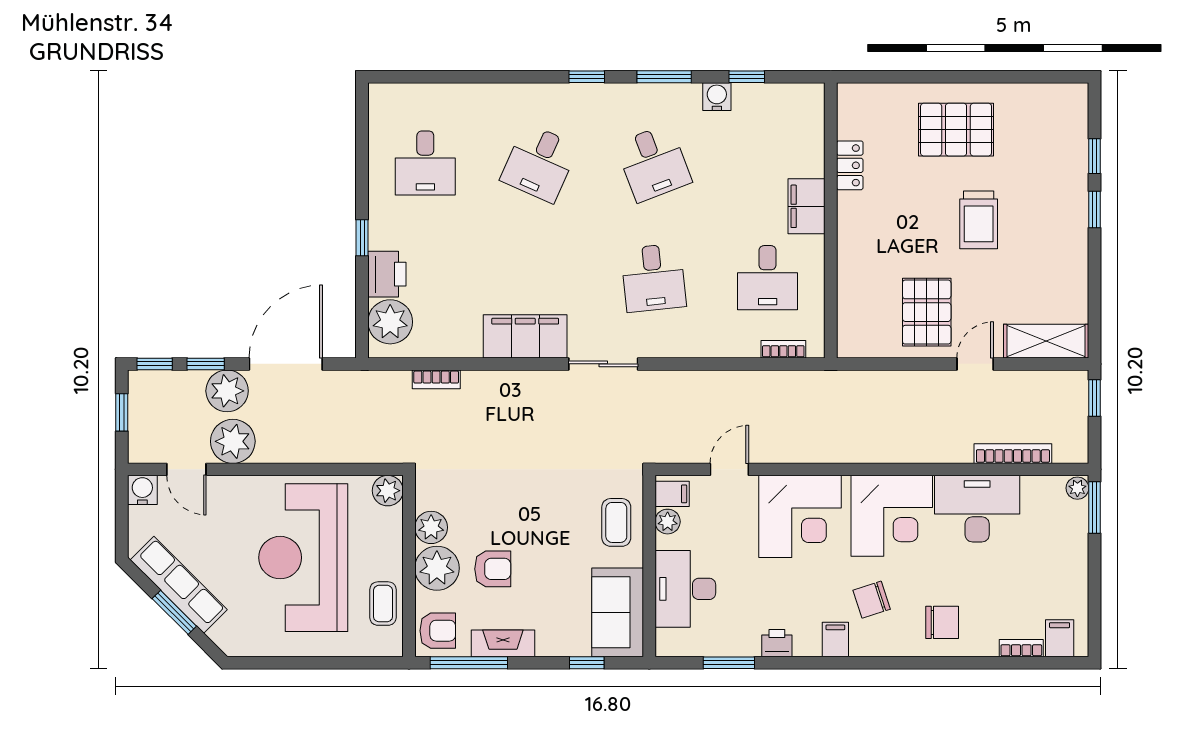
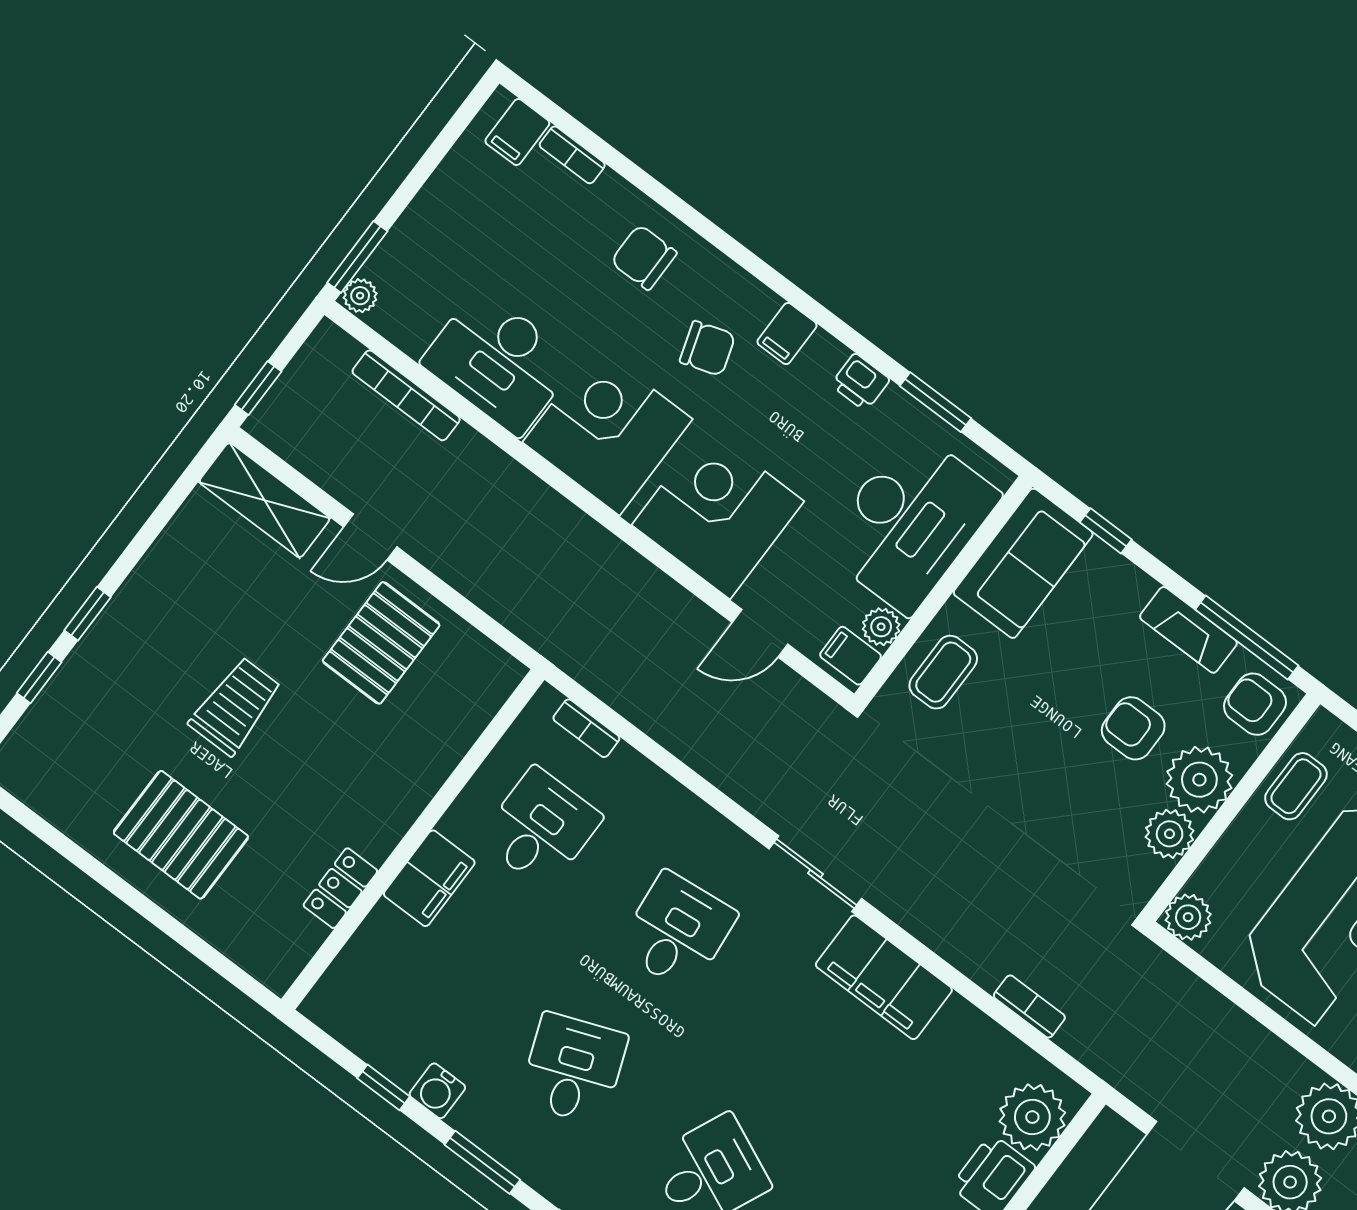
desk: (685, 589) -> (910, 522), width x1.36, depth x1.30

